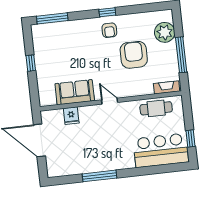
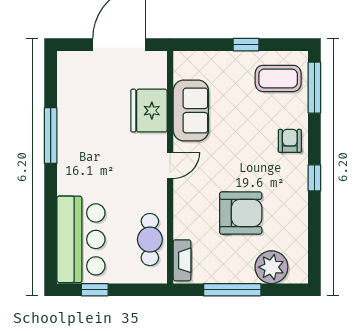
armchair: (109, 30) -> (290, 141), moved, turned 90
coffee table: (49, 41) -> (278, 78), added
fridge: (71, 116) -> (149, 111), width x1.88, depth x1.34

